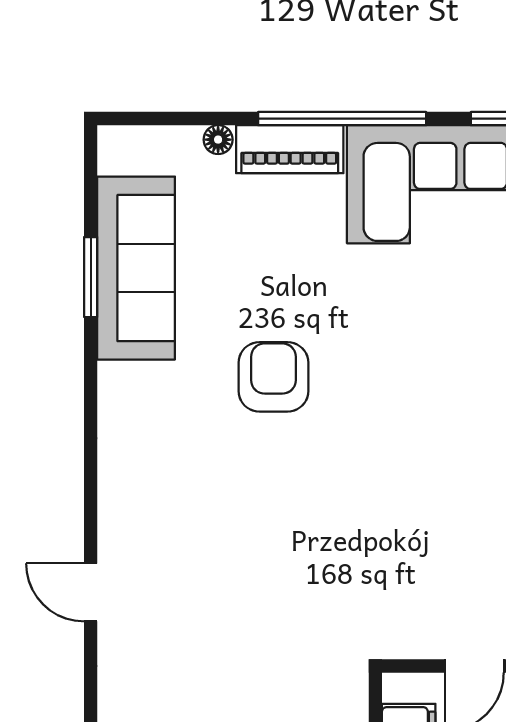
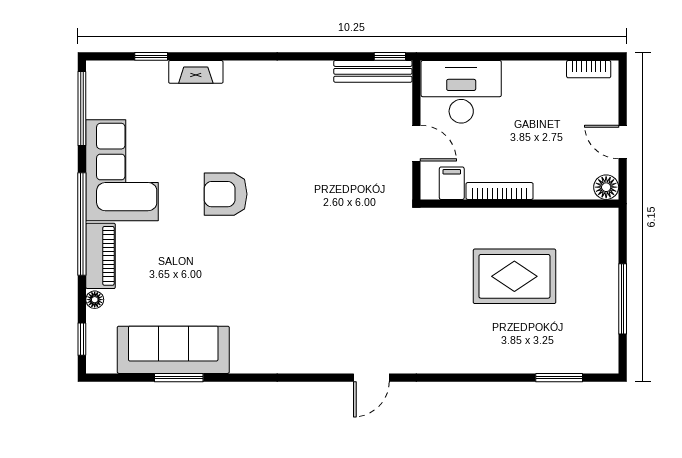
window: (153, 119) -> (82, 339), added
armchair: (273, 377) -> (226, 194), moved

